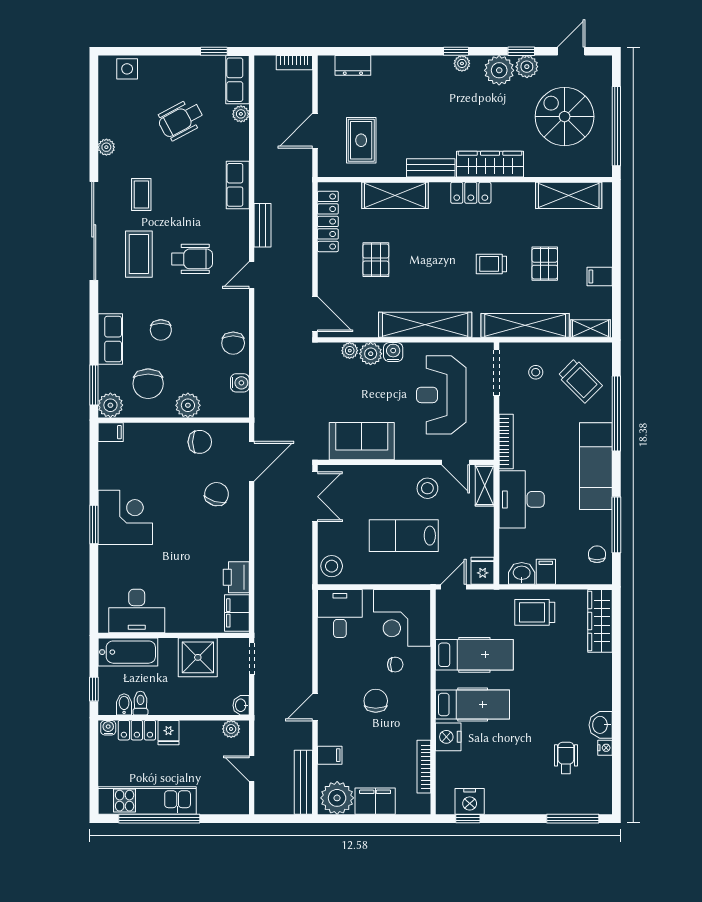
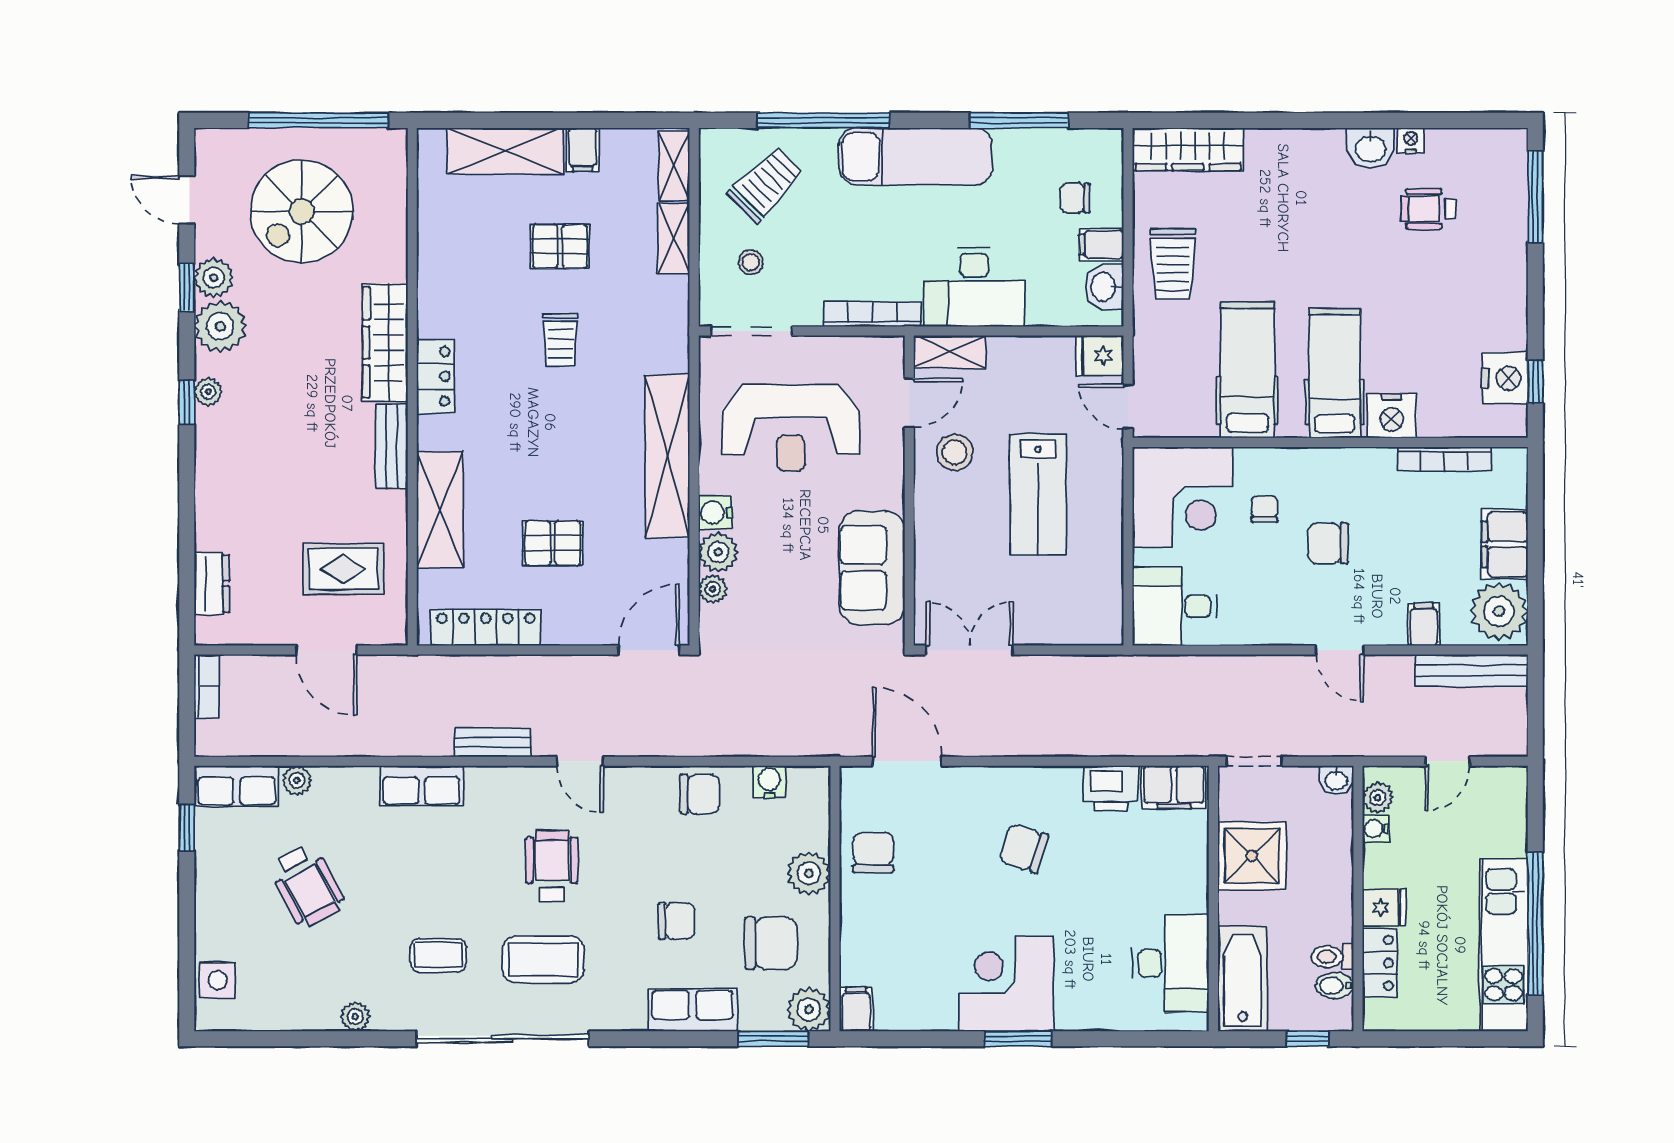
shelving: (569, 195) -> (505, 151), moved, turned 90
shelving: (525, 325) -> (674, 238), width x0.45, depth x0.75
chair: (216, 494) -> (1024, 848), moved
chair: (597, 554) -> (1075, 198), moved
stool: (332, 566) -> (1092, 621), removed
water cooler: (108, 728) -> (1376, 829), moved

